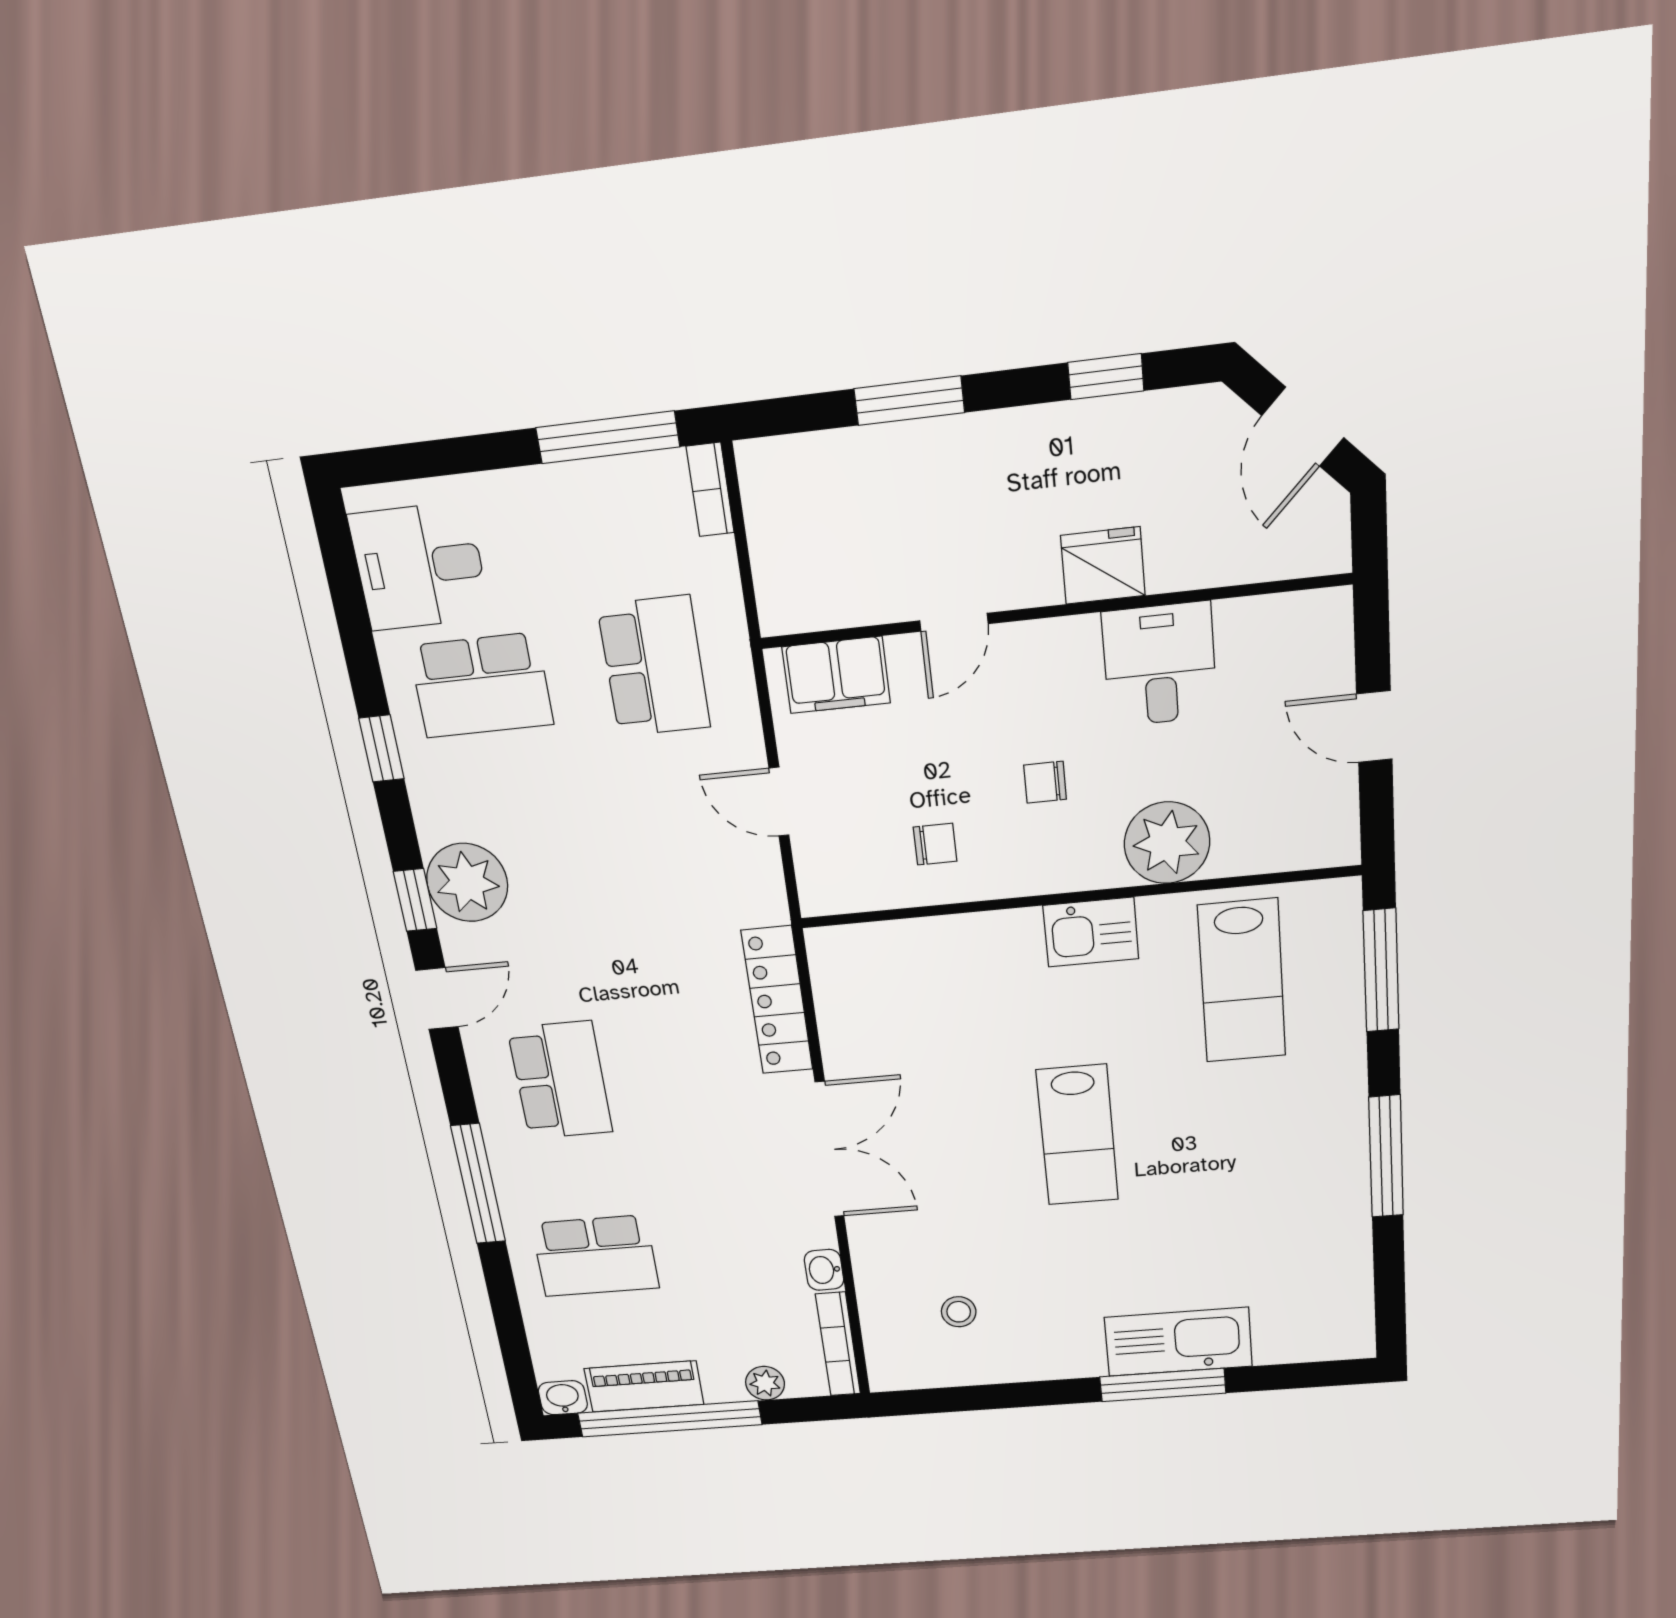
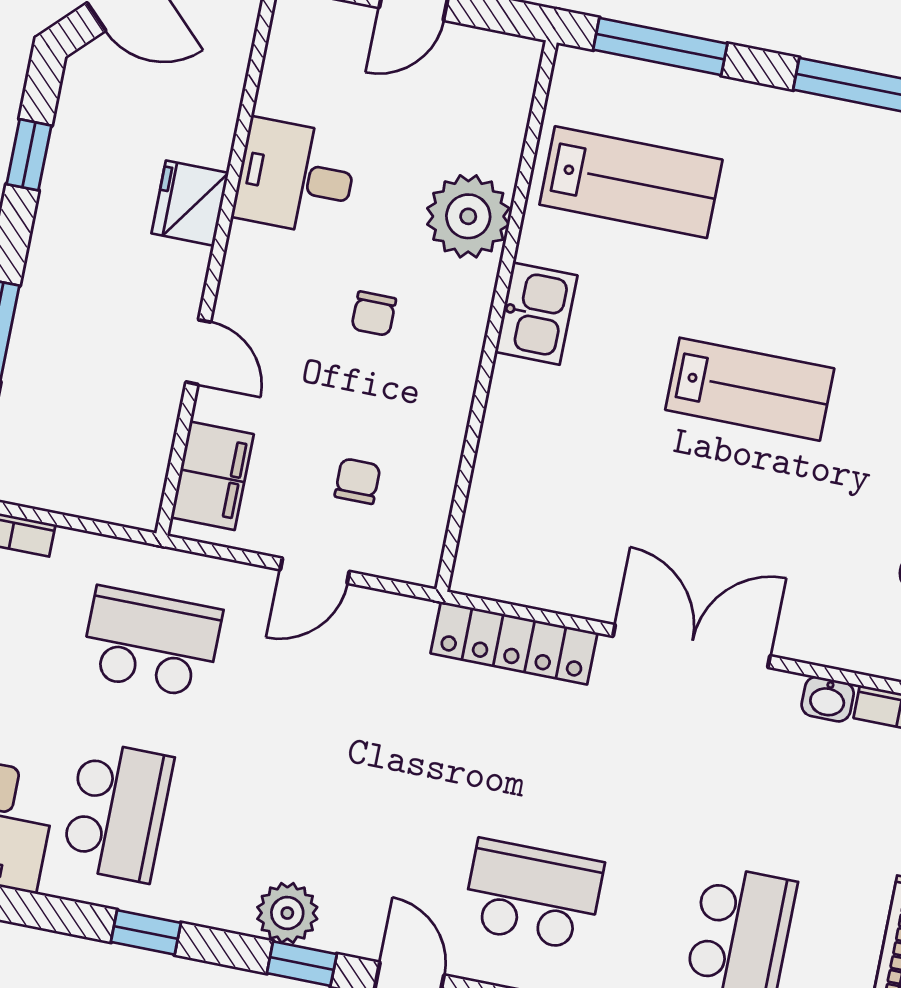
chair: (935, 844) -> (358, 481), moved
plant: (467, 882) -> (287, 913), width x0.73, depth x0.73

